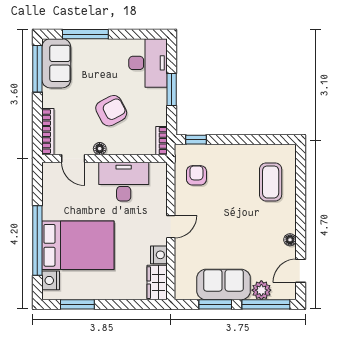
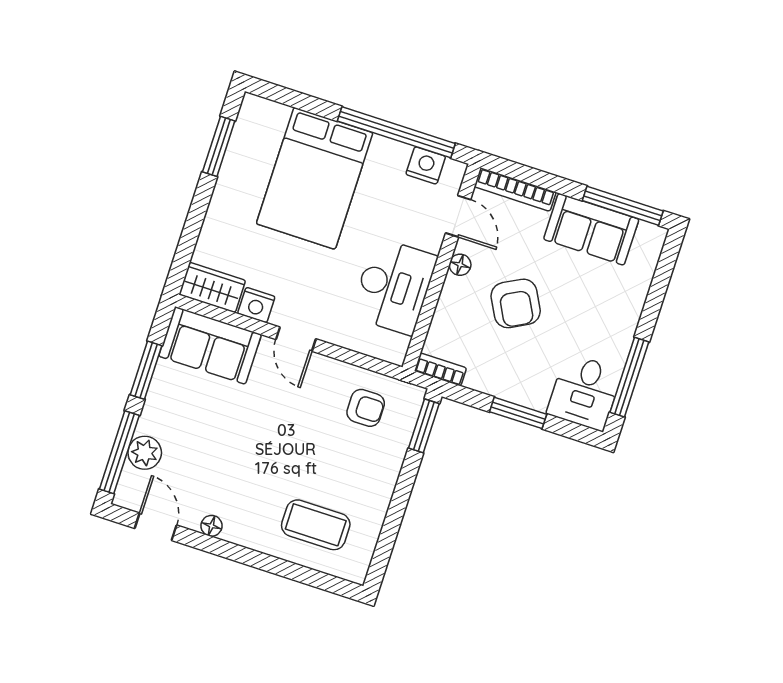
window: (85, 34) -> (629, 377), moved
sofa: (56, 63) -> (591, 229), moved
desk: (148, 63) -> (585, 392), width x0.73
window: (196, 140) -> (424, 426), width x1.50
door: (73, 158) -> (458, 216), swing flipped
window: (37, 241) -> (396, 132), moved
nightstand: (51, 280) -> (426, 165), moved
sofa: (224, 284) -> (210, 345), moved, turned 90

